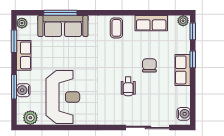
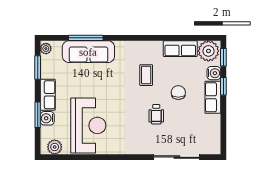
plant: (183, 21) -> (208, 51), width x1.88, depth x1.88
coffee table: (116, 28) -> (146, 75), moved
row of seats: (24, 55) -> (48, 95), moved
water cooler: (184, 114) -> (214, 73), moved

